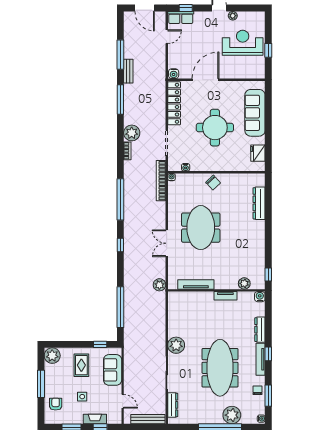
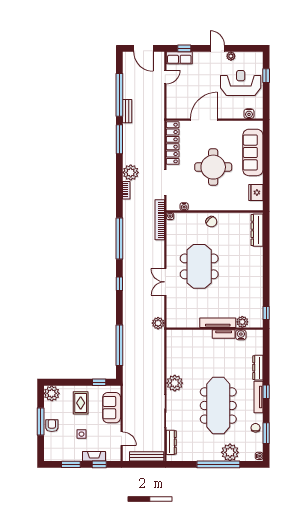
window: (268, 50) -> (266, 76), moved
window: (120, 55) -> (119, 95), width x1.46
water cooler: (174, 74) -> (249, 114), moved
dresser: (259, 203) -> (257, 230), moved
tv unit: (196, 284) -> (218, 323), moved
water cooler: (260, 297) -> (241, 335), moved
armchair: (56, 404) -> (52, 426), moved

